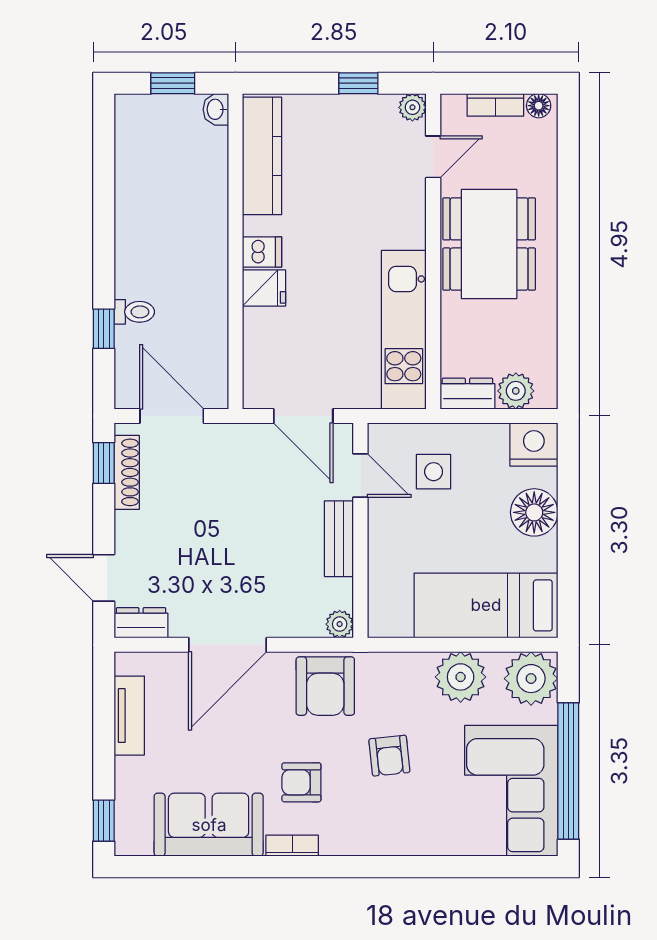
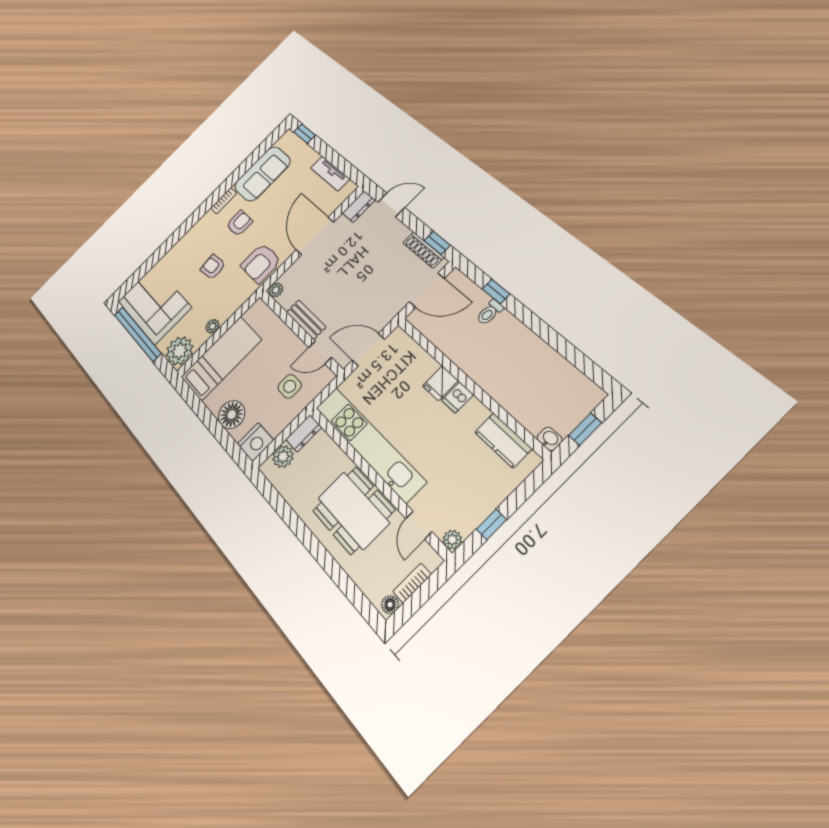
kitchen counter: (262, 156) -> (503, 440), width x0.67
kitchen unit: (404, 330) -> (370, 444), width x1.36
plant: (461, 677) -> (212, 326), width x0.53, depth x0.53
armchair: (325, 686) -> (261, 263), turned -90

